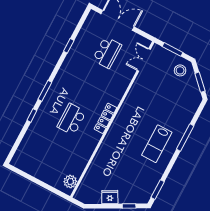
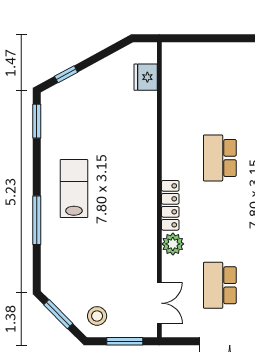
locker: (105, 118) -> (170, 205), moved
school desk: (72, 119) -> (220, 158), turned 180
plant: (70, 182) -> (173, 244), moved
fridge: (110, 197) -> (146, 77), moved, turned 119

